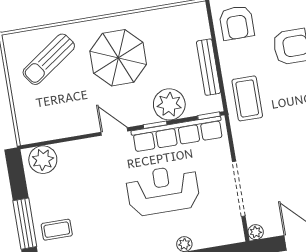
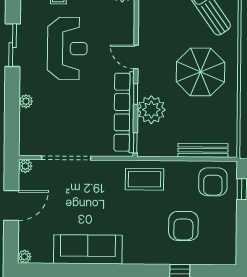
armchair: (237, 23) -> (213, 182), turned -90
bench: (208, 67) -> (203, 150), moved
door: (114, 132) -> (136, 57), swing flipped
reception desk: (163, 190) -> (67, 48), moved

